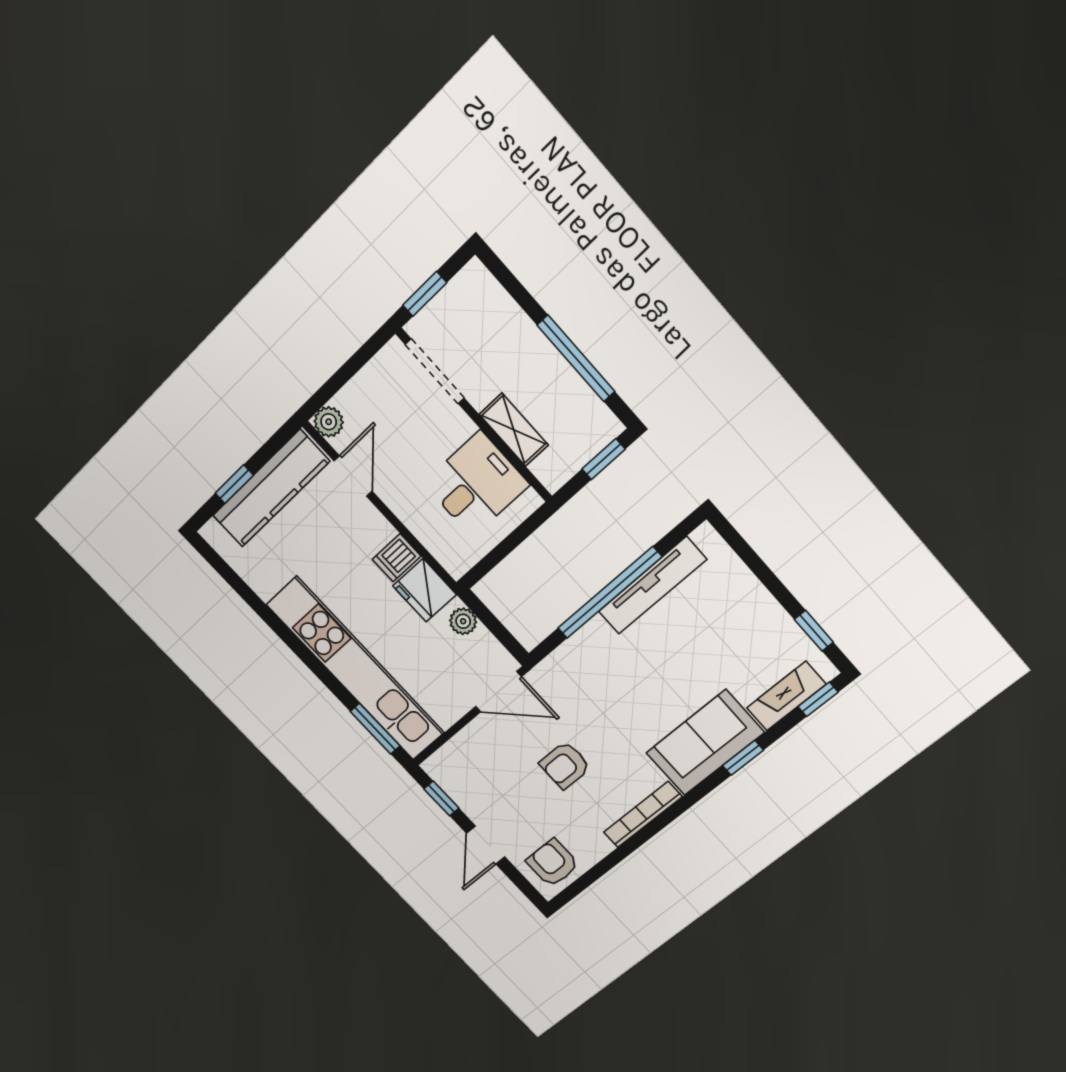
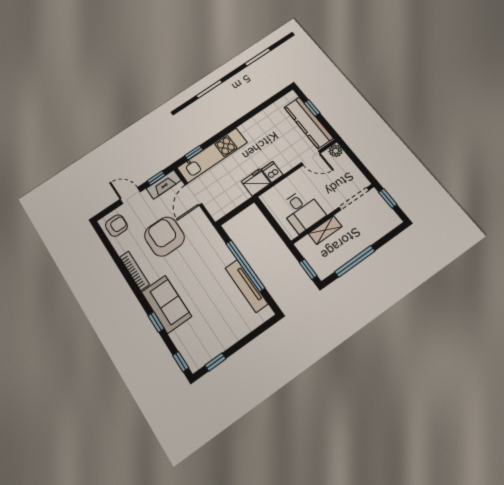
plant: (463, 621) -> (240, 198), removed
kitchen unit: (356, 669) -> (212, 155), width x0.73
door: (498, 692) -> (193, 194), moved
fireplace: (786, 696) -> (164, 184), moved, turned 90
window: (375, 729) -> (194, 153), width x0.67
armchair: (565, 765) -> (164, 236), width x1.88, depth x1.88

